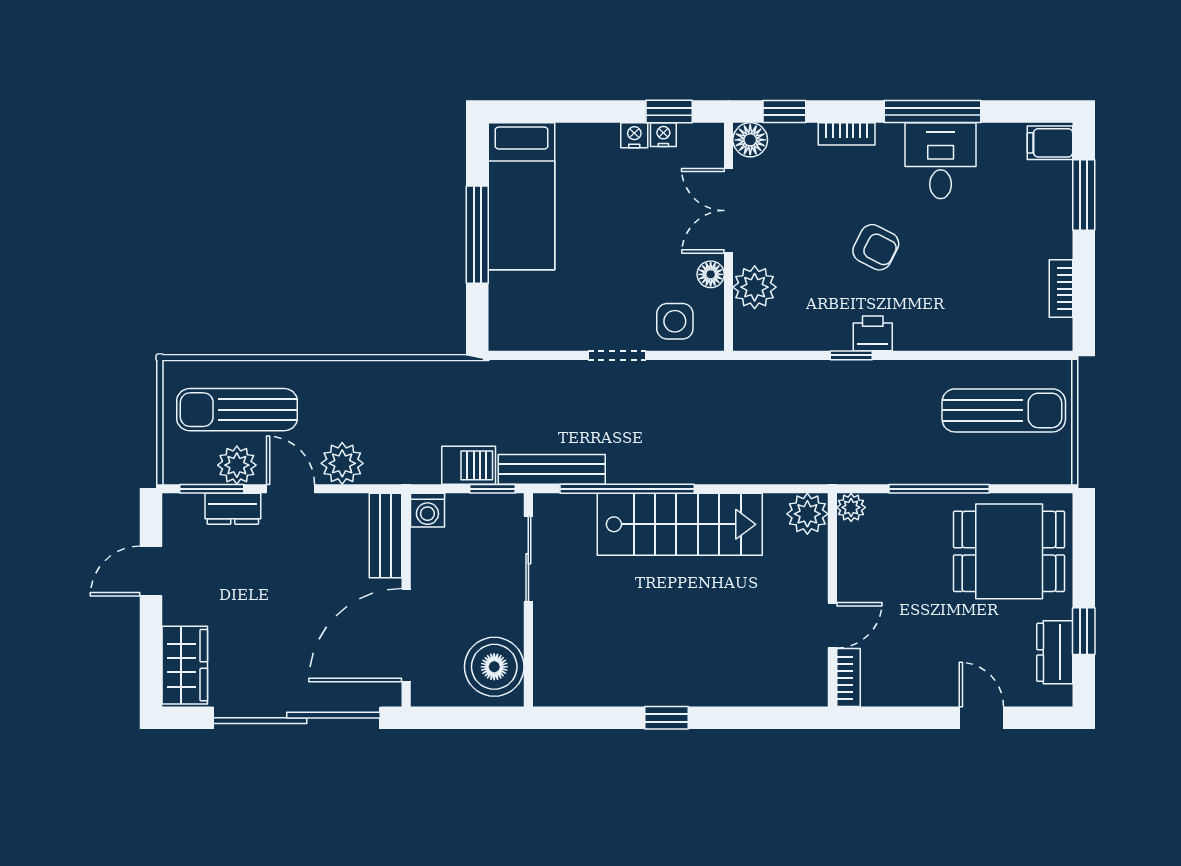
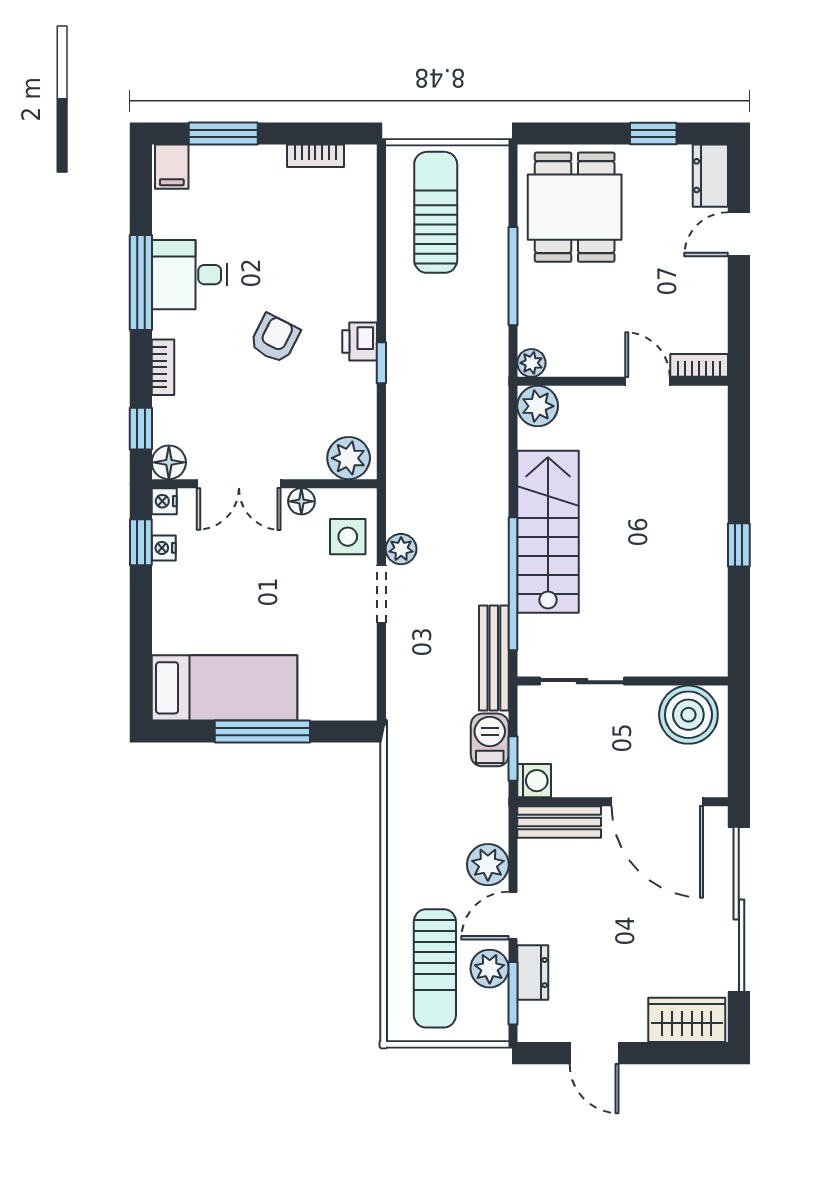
nightstand: (634, 135) -> (164, 501), moved
plant: (755, 287) -> (349, 458), moved
plant: (662, 375) -> (401, 549), added
window: (492, 489) -> (513, 759), moved
dresser: (1055, 652) -> (710, 176), moved, turned 90

